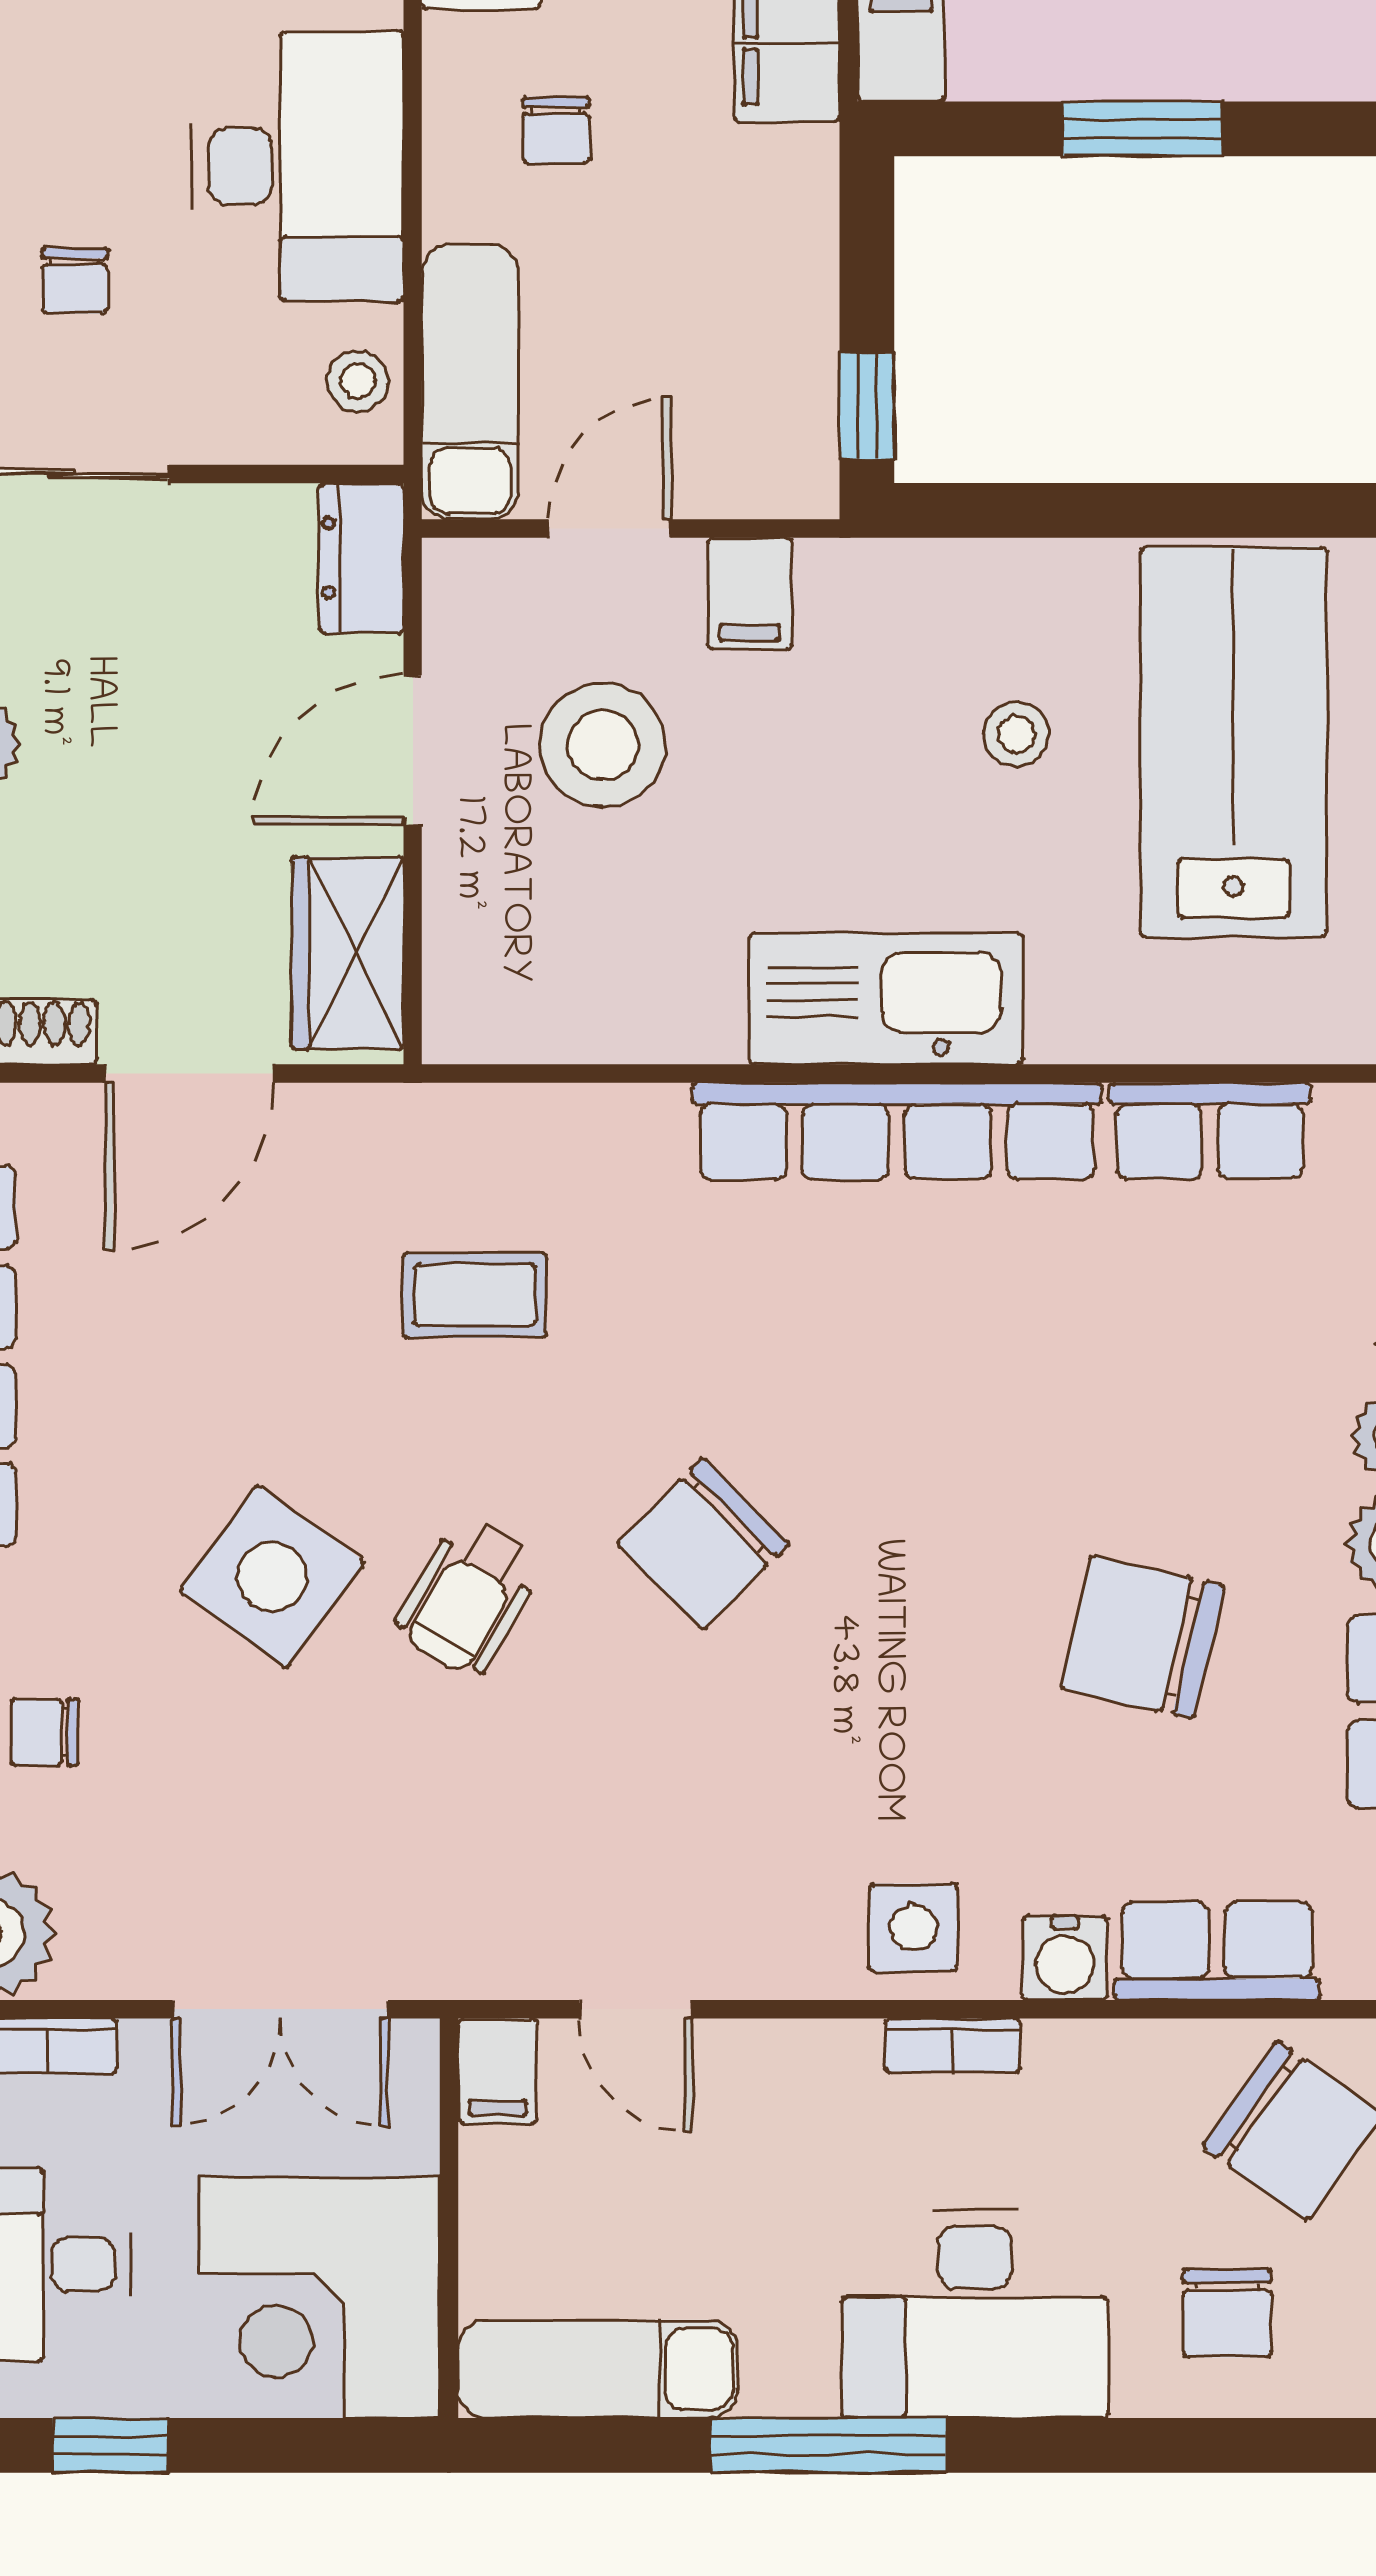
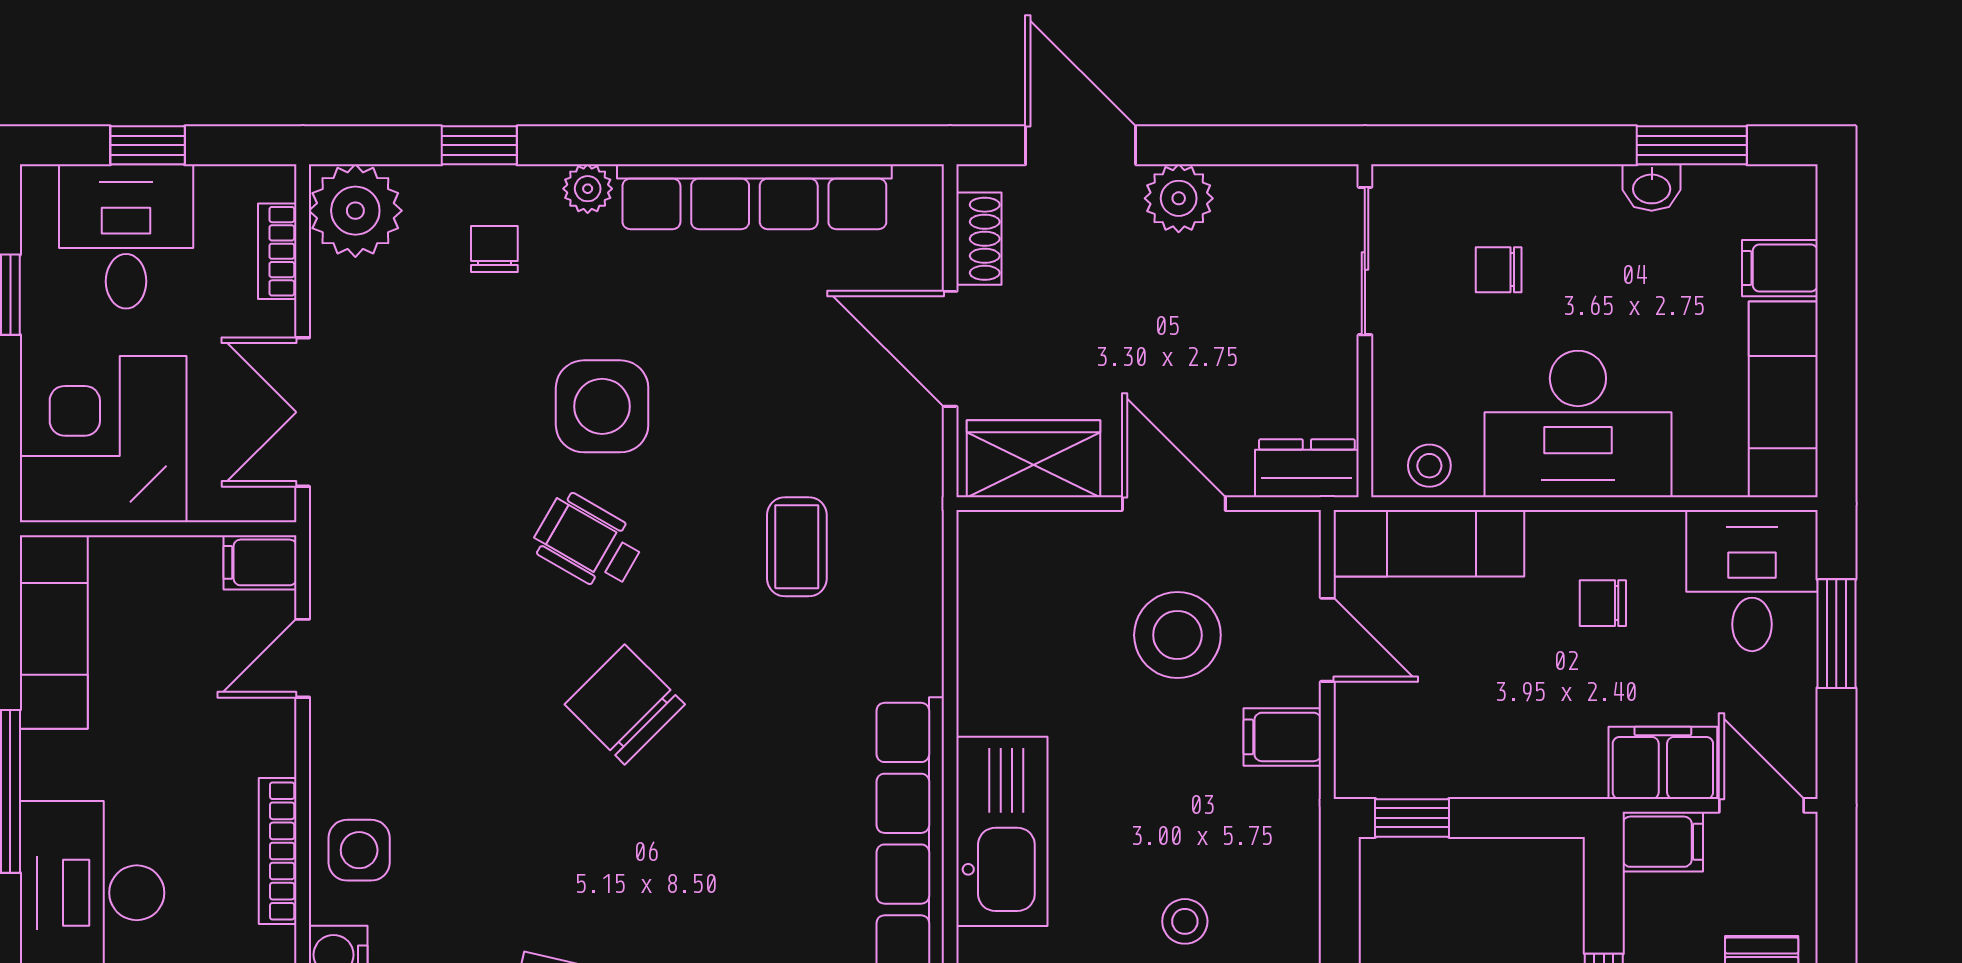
side table: (272, 1577) -> (602, 406), turned -36
bookcase: (953, 2045) -> (278, 851), width x1.56

